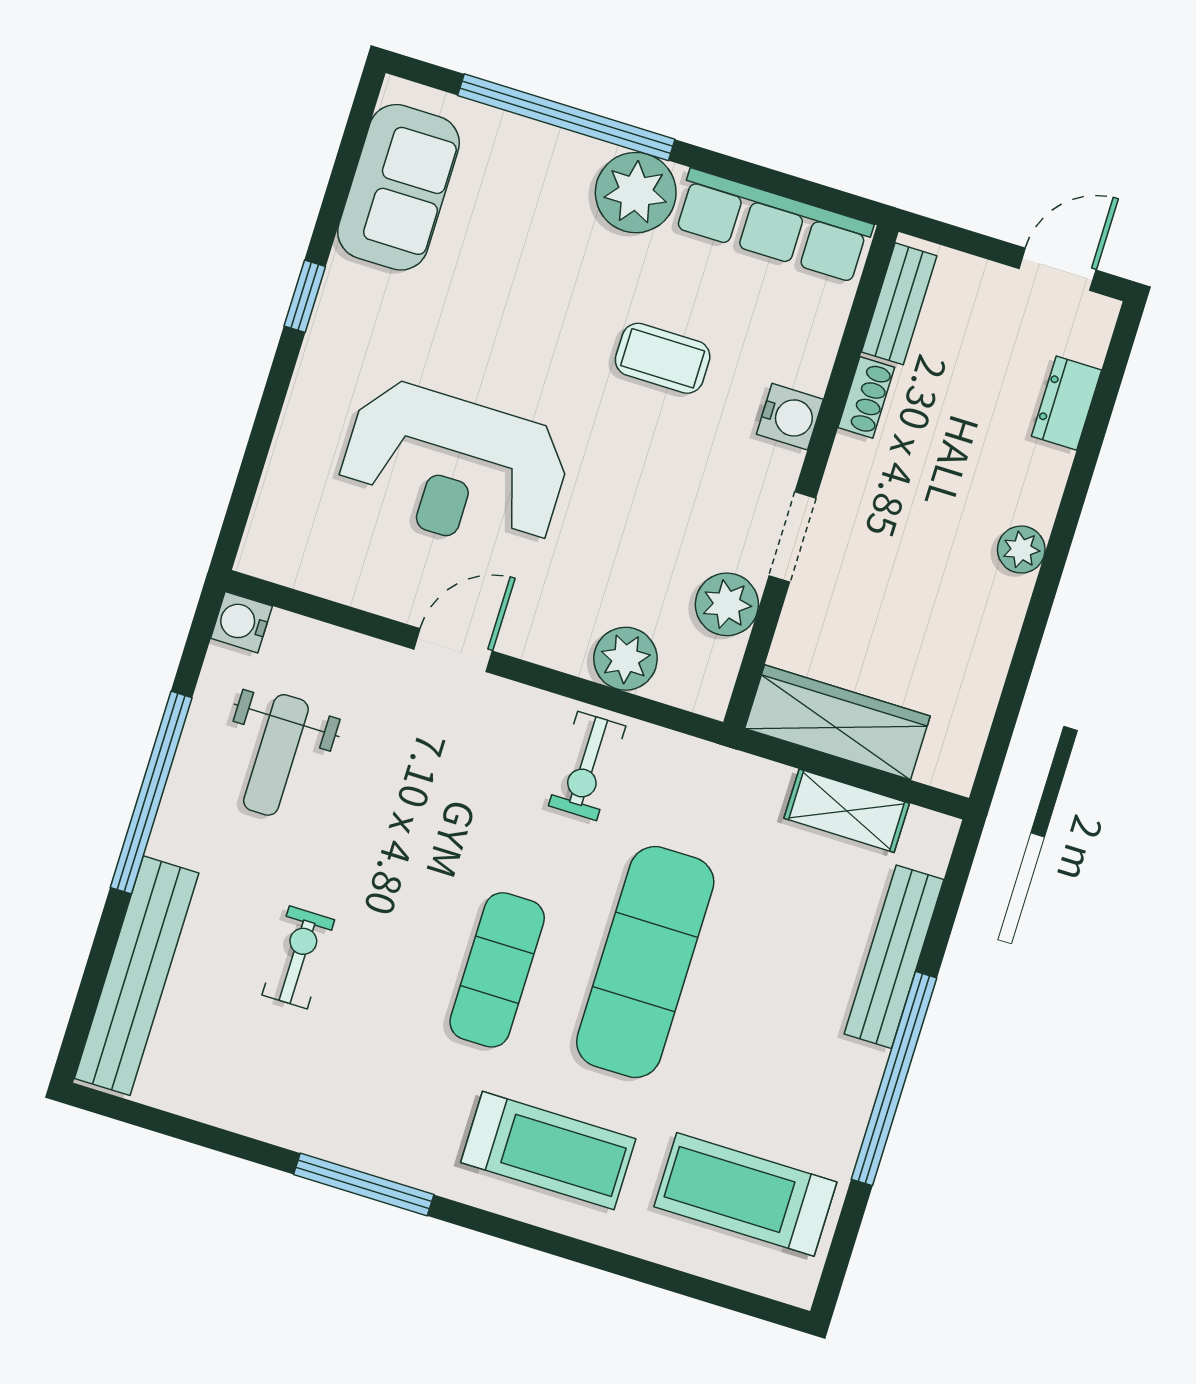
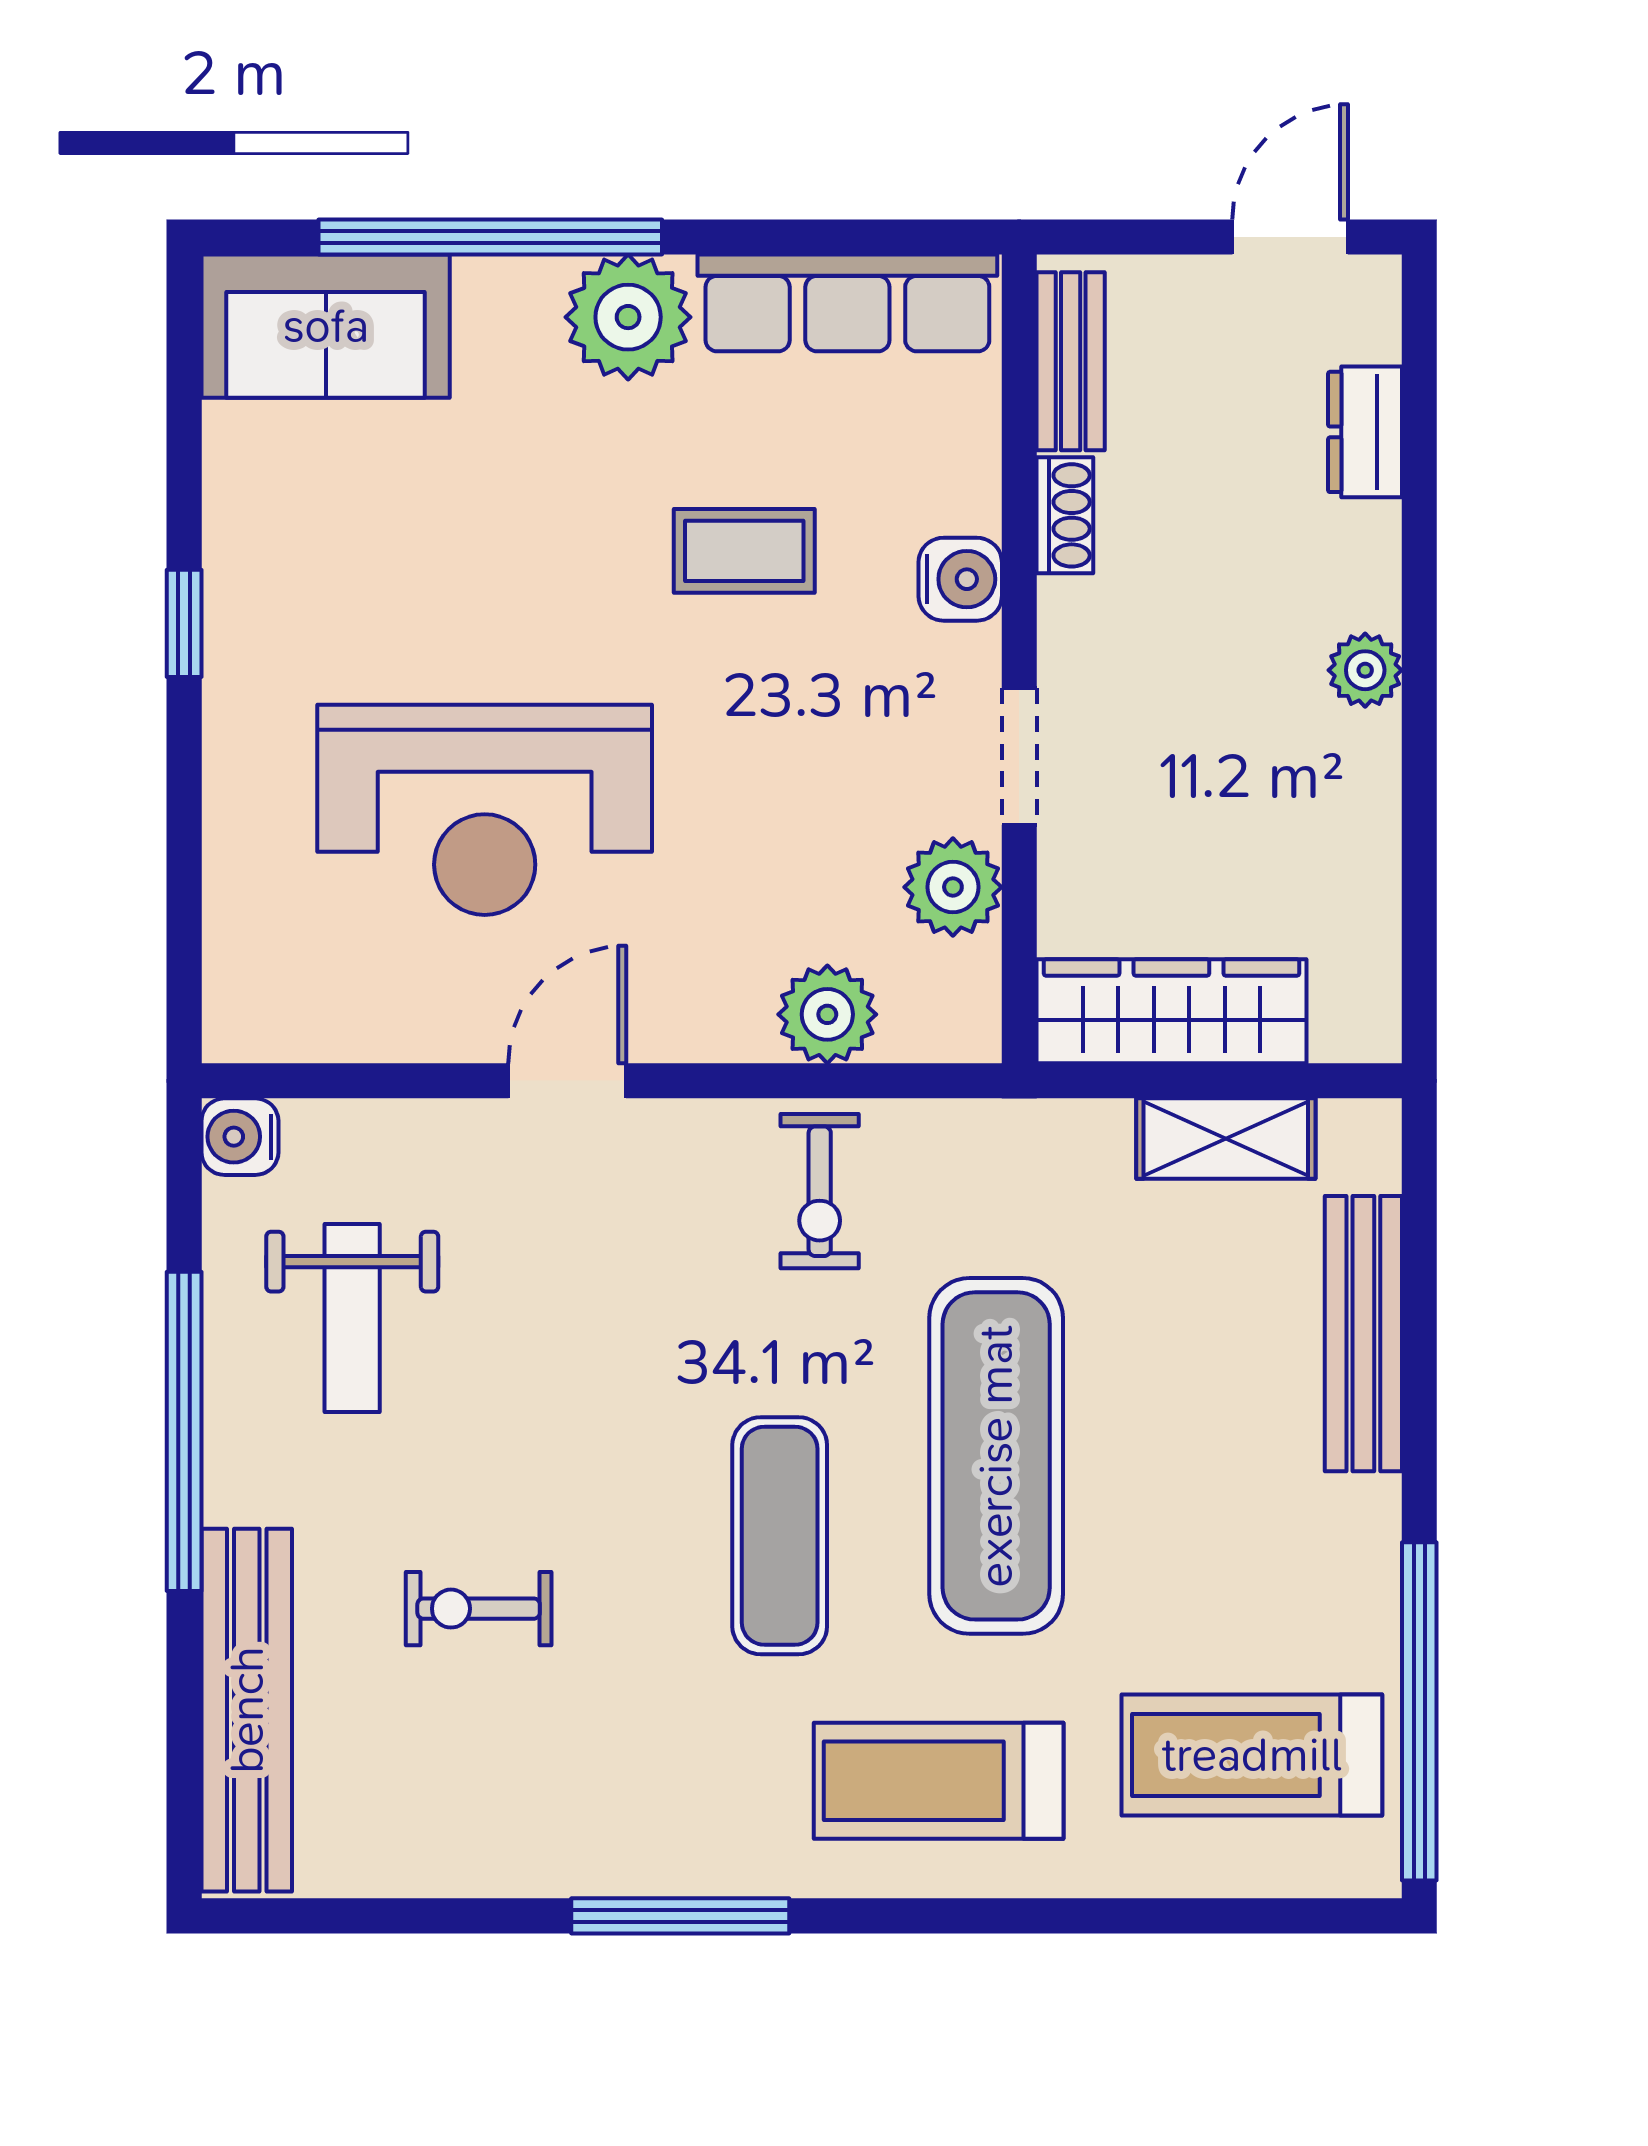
sofa: (398, 187) -> (326, 326), moved, turned 90
exercise bike: (298, 957) -> (479, 1609), turned -90
window: (894, 1079) -> (1419, 1711), moved
treadmill: (548, 1151) -> (939, 1781), turned 180

